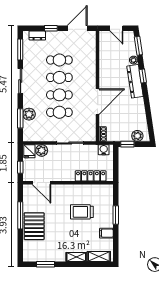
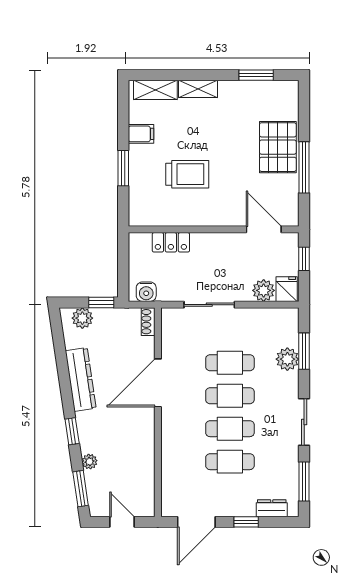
dresser: (135, 81) -> (81, 379), moved
locker: (91, 176) -> (171, 242), width x0.66

